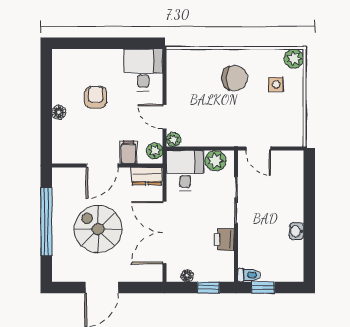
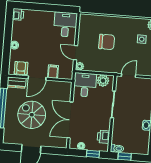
printer: (61, 59) -> (18, 14), added
chair: (234, 78) -> (107, 42), moved
armchair: (96, 97) -> (21, 68), moved
door: (258, 149) -> (128, 76), swing flipped
plant: (155, 151) -> (68, 72), removed
dresser: (147, 176) -> (17, 83), moved
printer: (224, 239) -> (103, 137), moved

